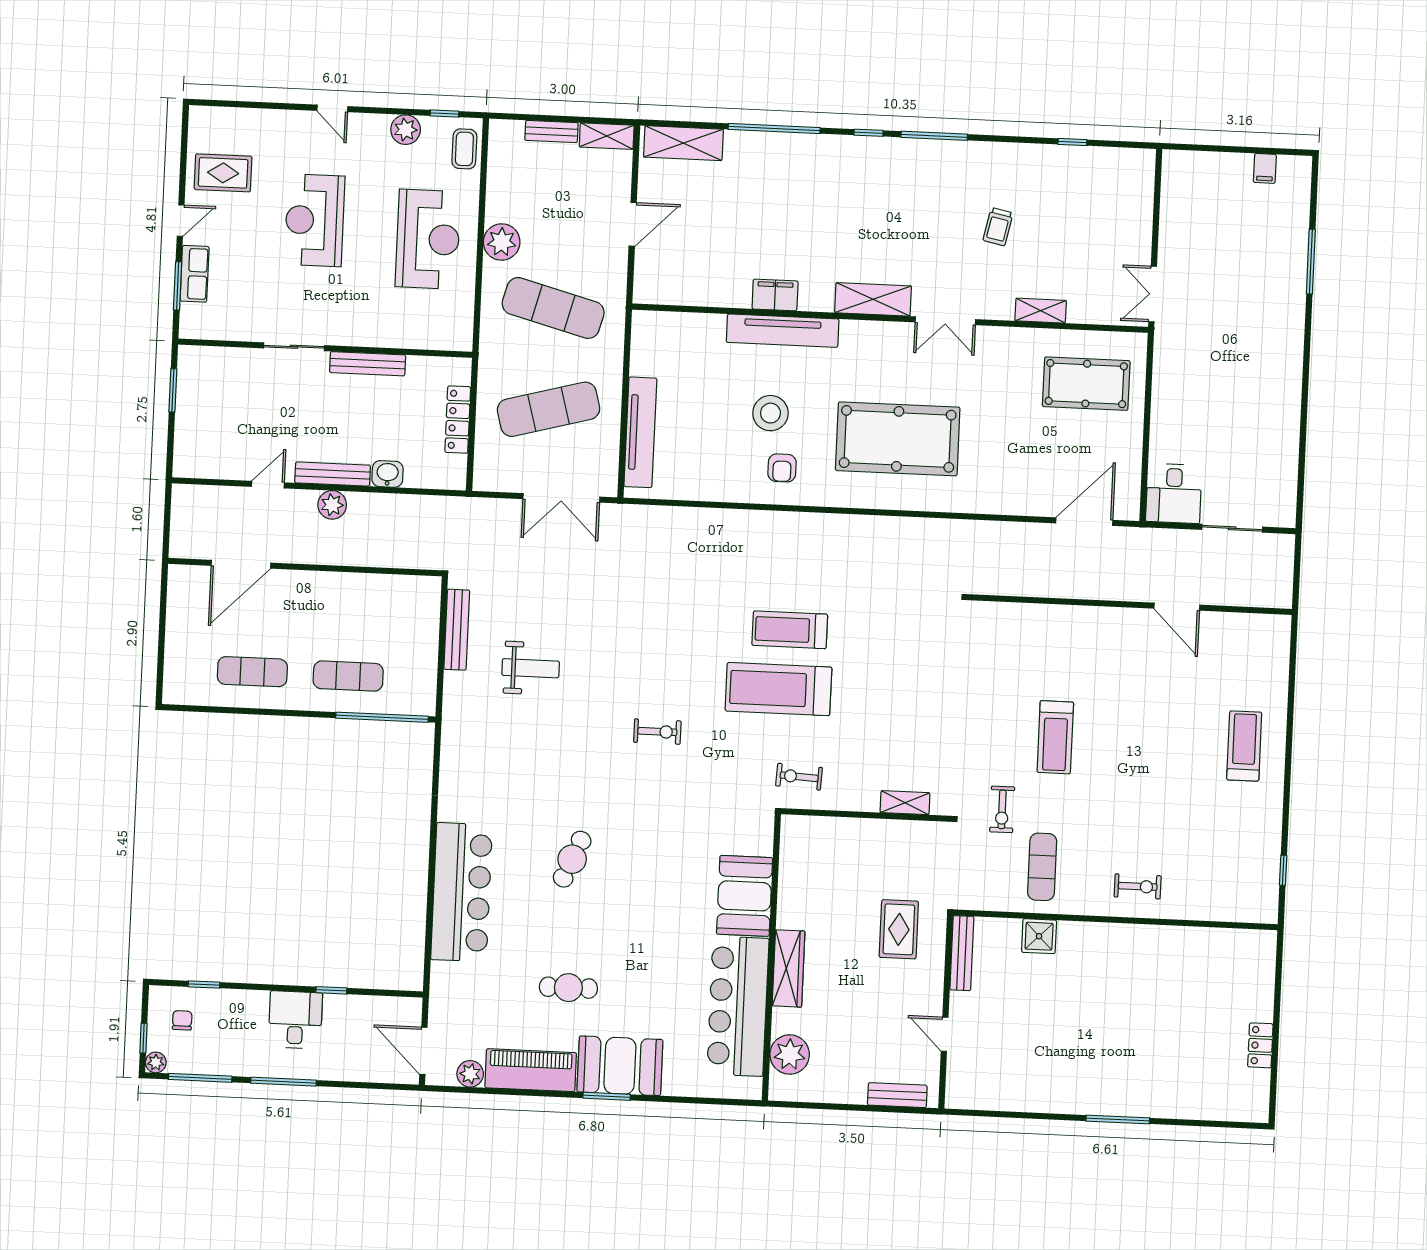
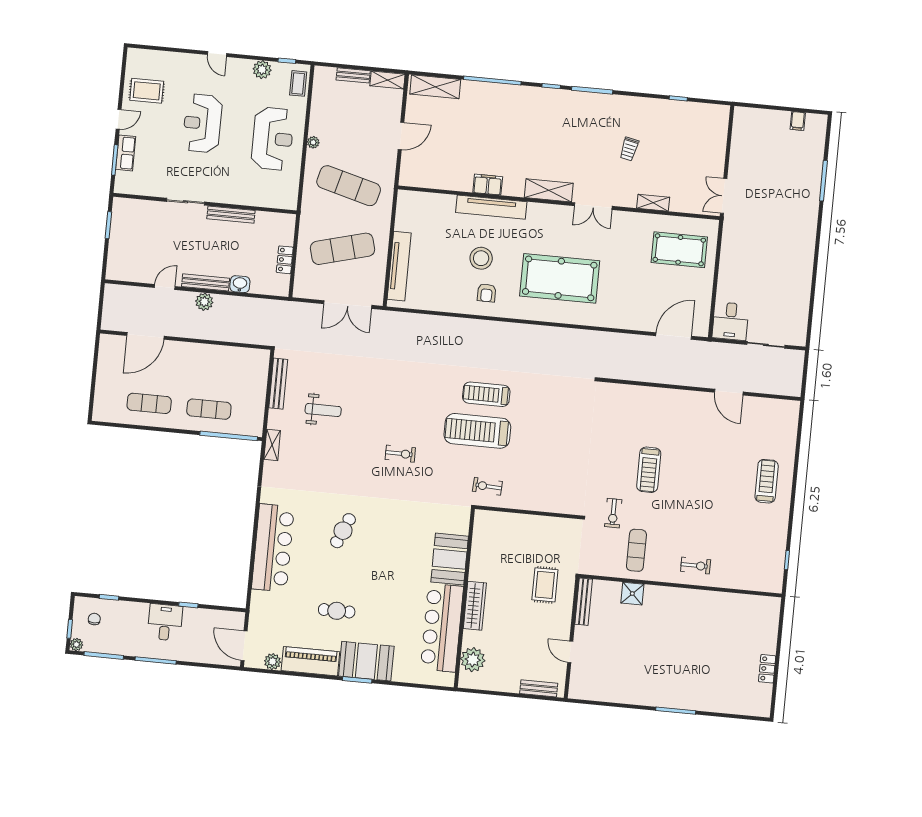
plant: (502, 242) -> (313, 142), width x0.53, depth x0.53
locker: (458, 420) -> (285, 260), width x0.66
shelving: (905, 803) -> (272, 445), moved, turned 90

